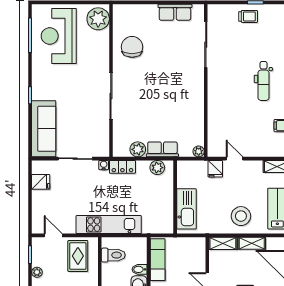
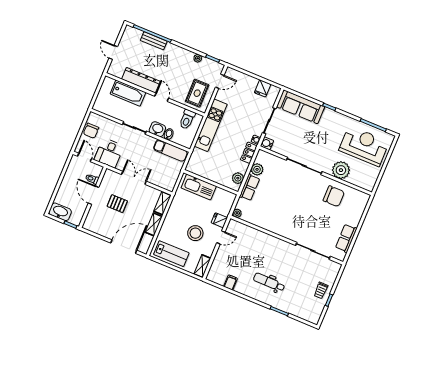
plant: (98, 19) -> (341, 170), moved
water cooler: (103, 150) -> (267, 143), added
stool: (241, 216) -> (195, 233), moved
rug: (78, 256) -> (197, 93), turned 90

